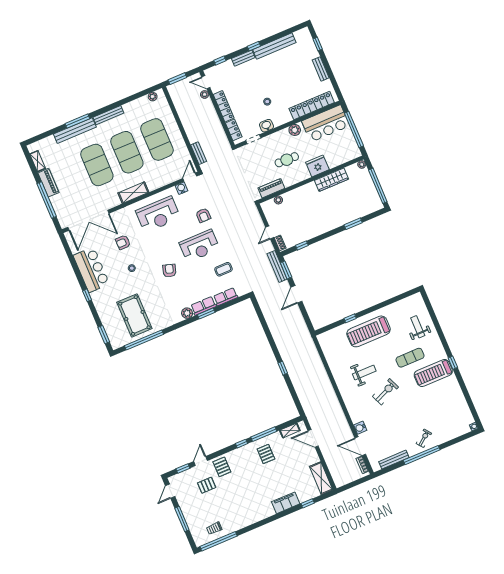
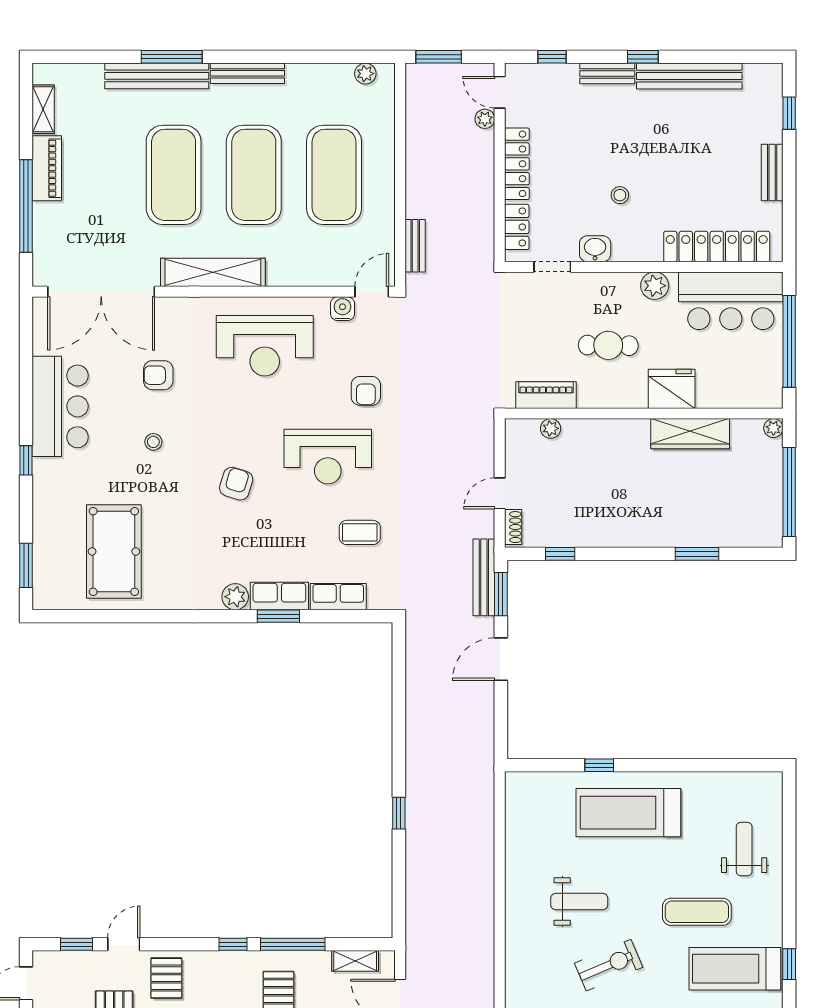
shelving: (133, 193) -> (213, 272), width x1.47
window: (144, 340) -> (112, 616), removed

